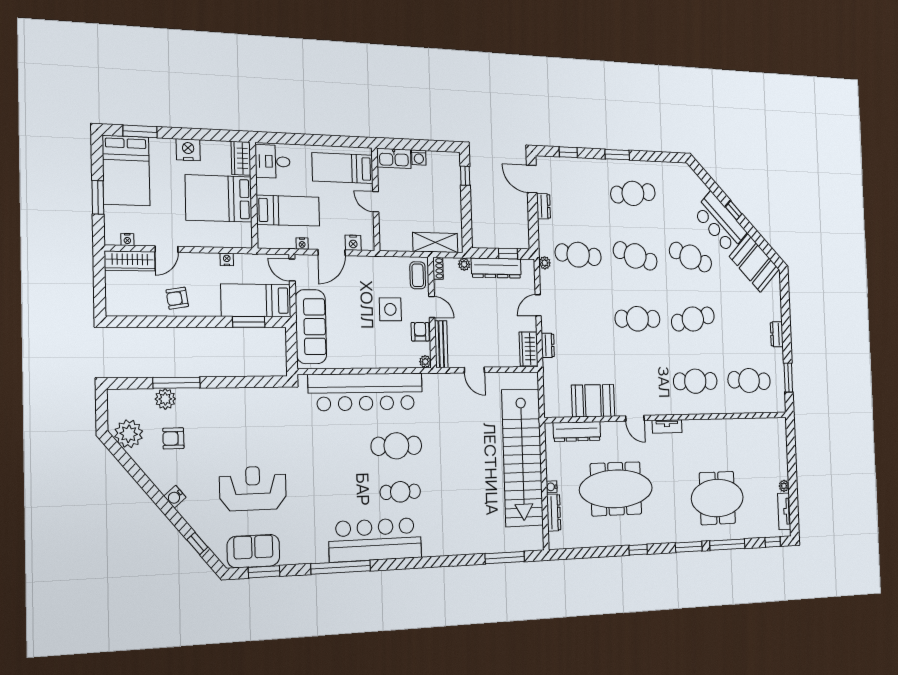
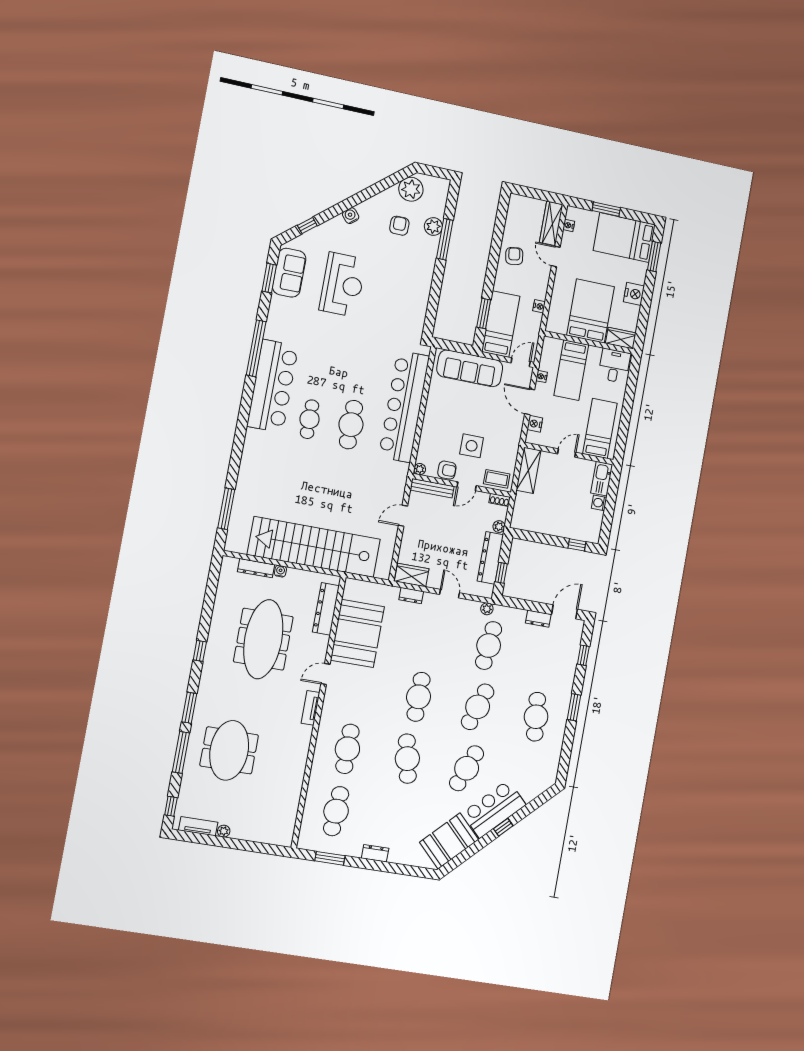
shelving: (435, 242) -> (528, 470), moved
booth: (593, 401) -> (357, 633), width x1.36, depth x1.42

